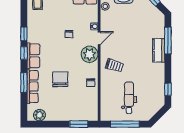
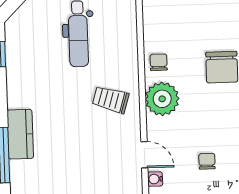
door: (99, 38) -> (144, 155), swing flipped
plant: (90, 54) -> (162, 99), moved

